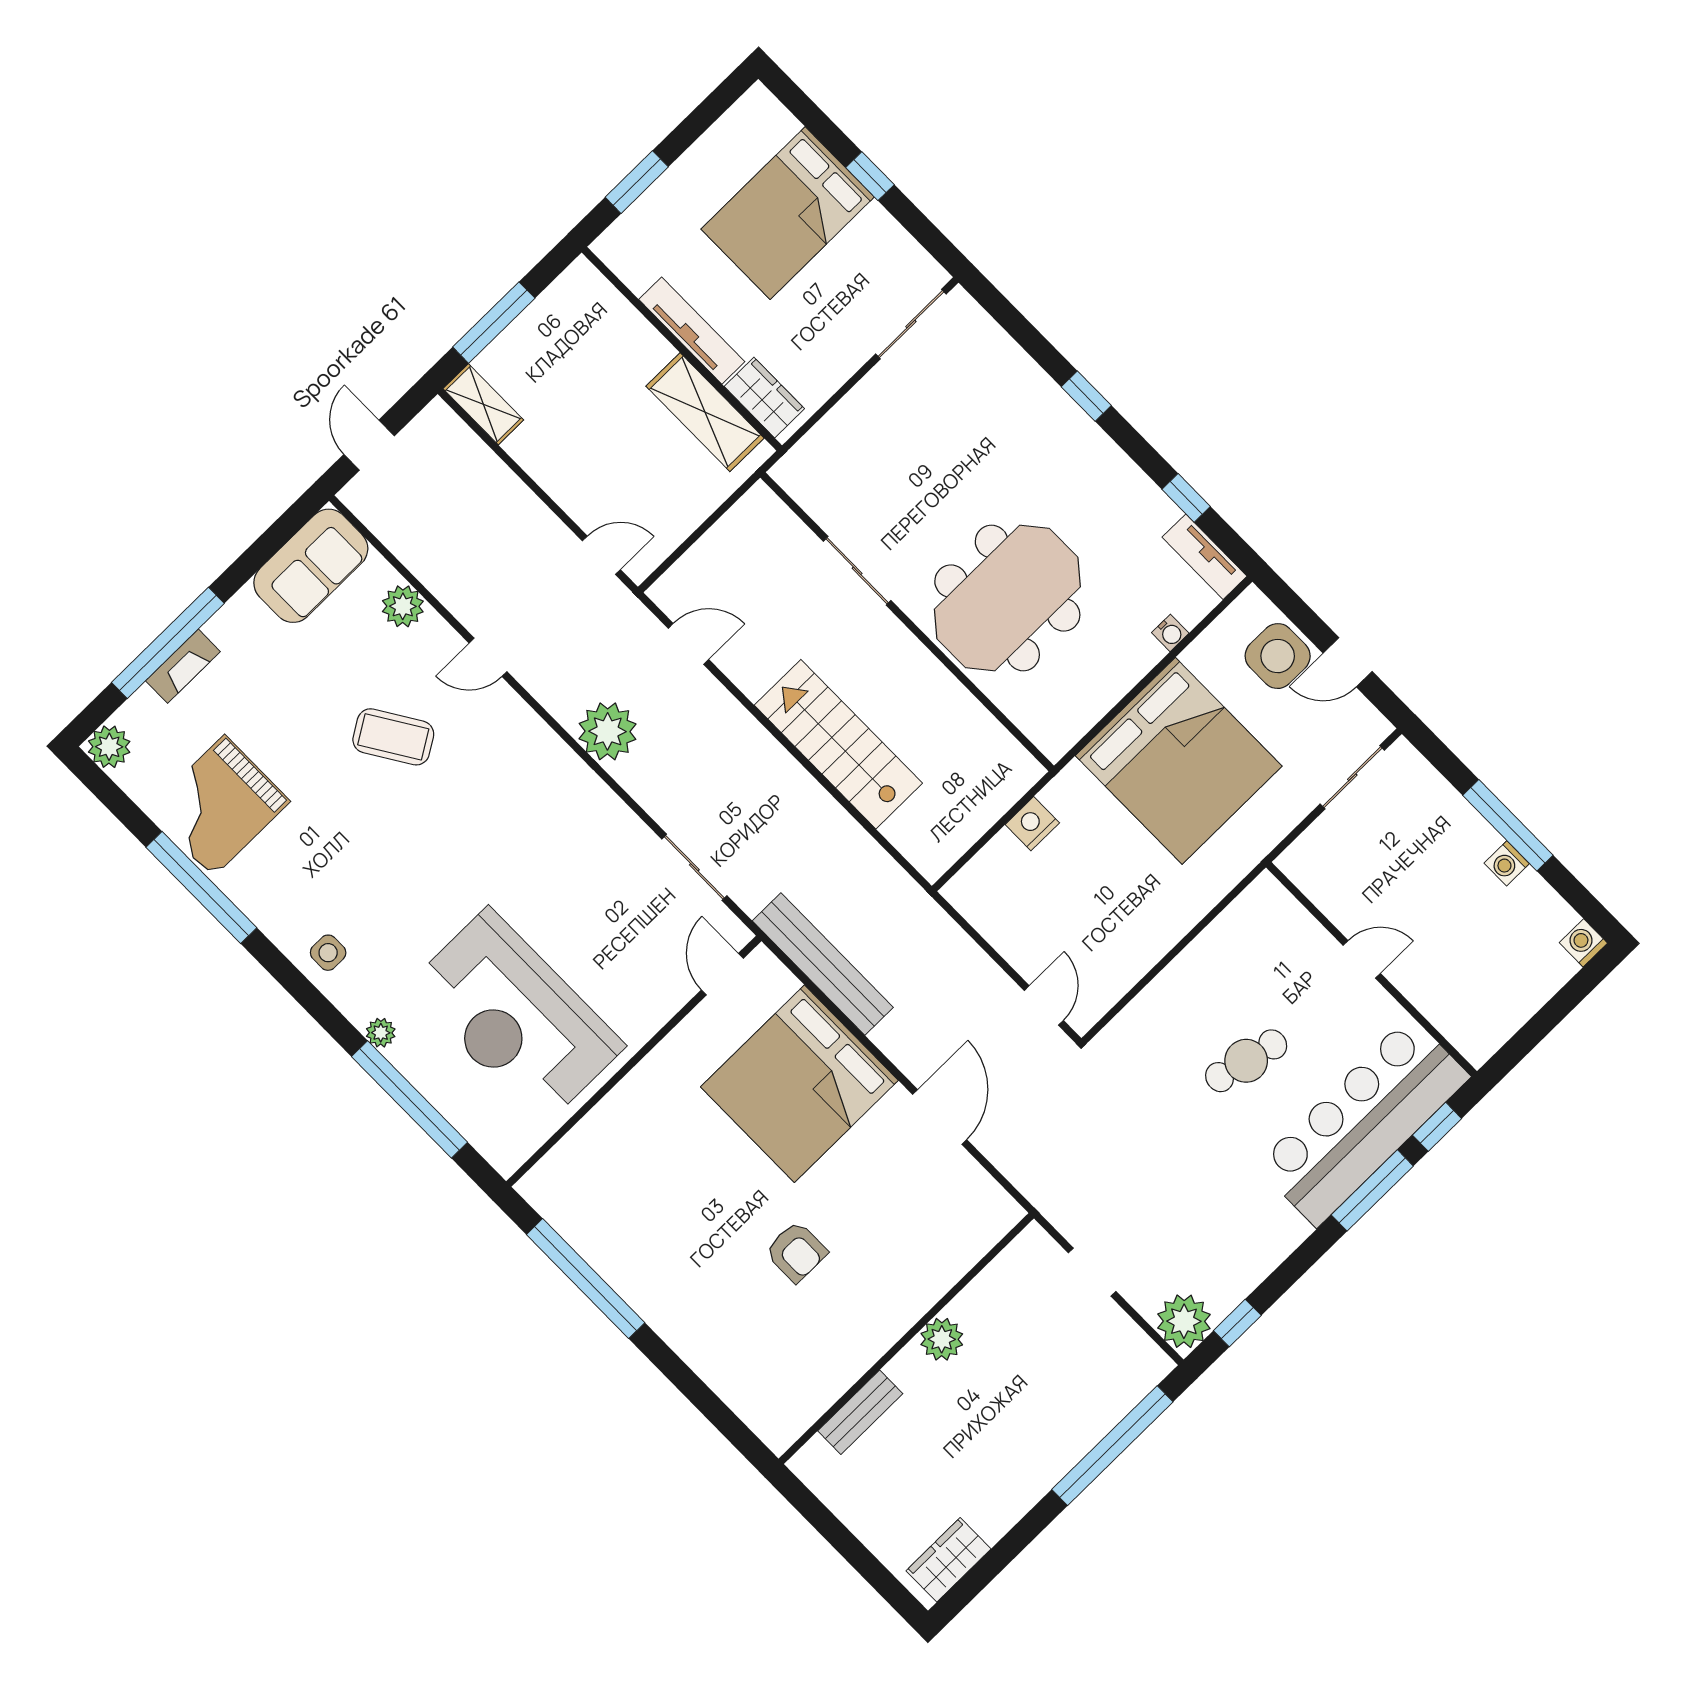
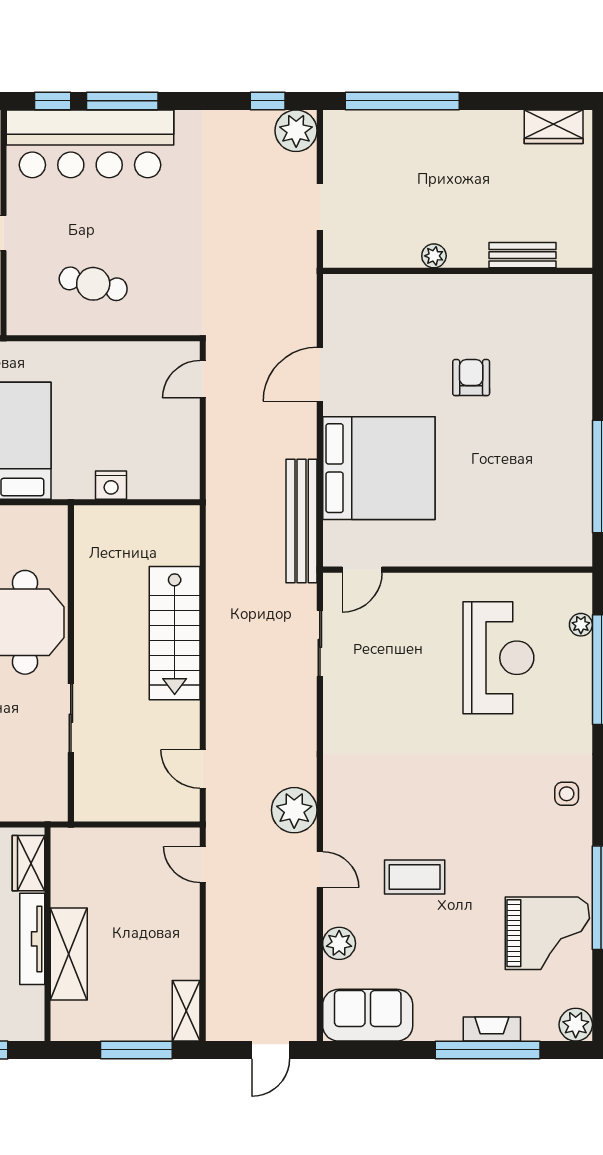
shelving: (705, 412) -> (69, 954), moved
plant: (608, 731) -> (294, 810), moved
coffee table: (393, 737) -> (415, 877), turned -58
reception desk: (515, 1017) -> (498, 658), width x0.74, depth x0.77
plant: (381, 1033) -> (581, 625), moved
cafe table: (1246, 1061) -> (93, 284), moved
plant: (942, 1339) -> (434, 256), width x0.73, depth x0.73

